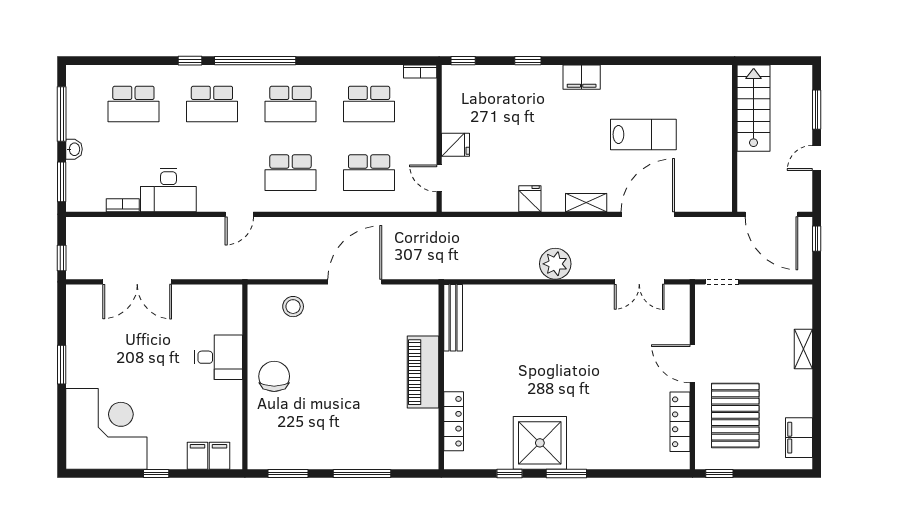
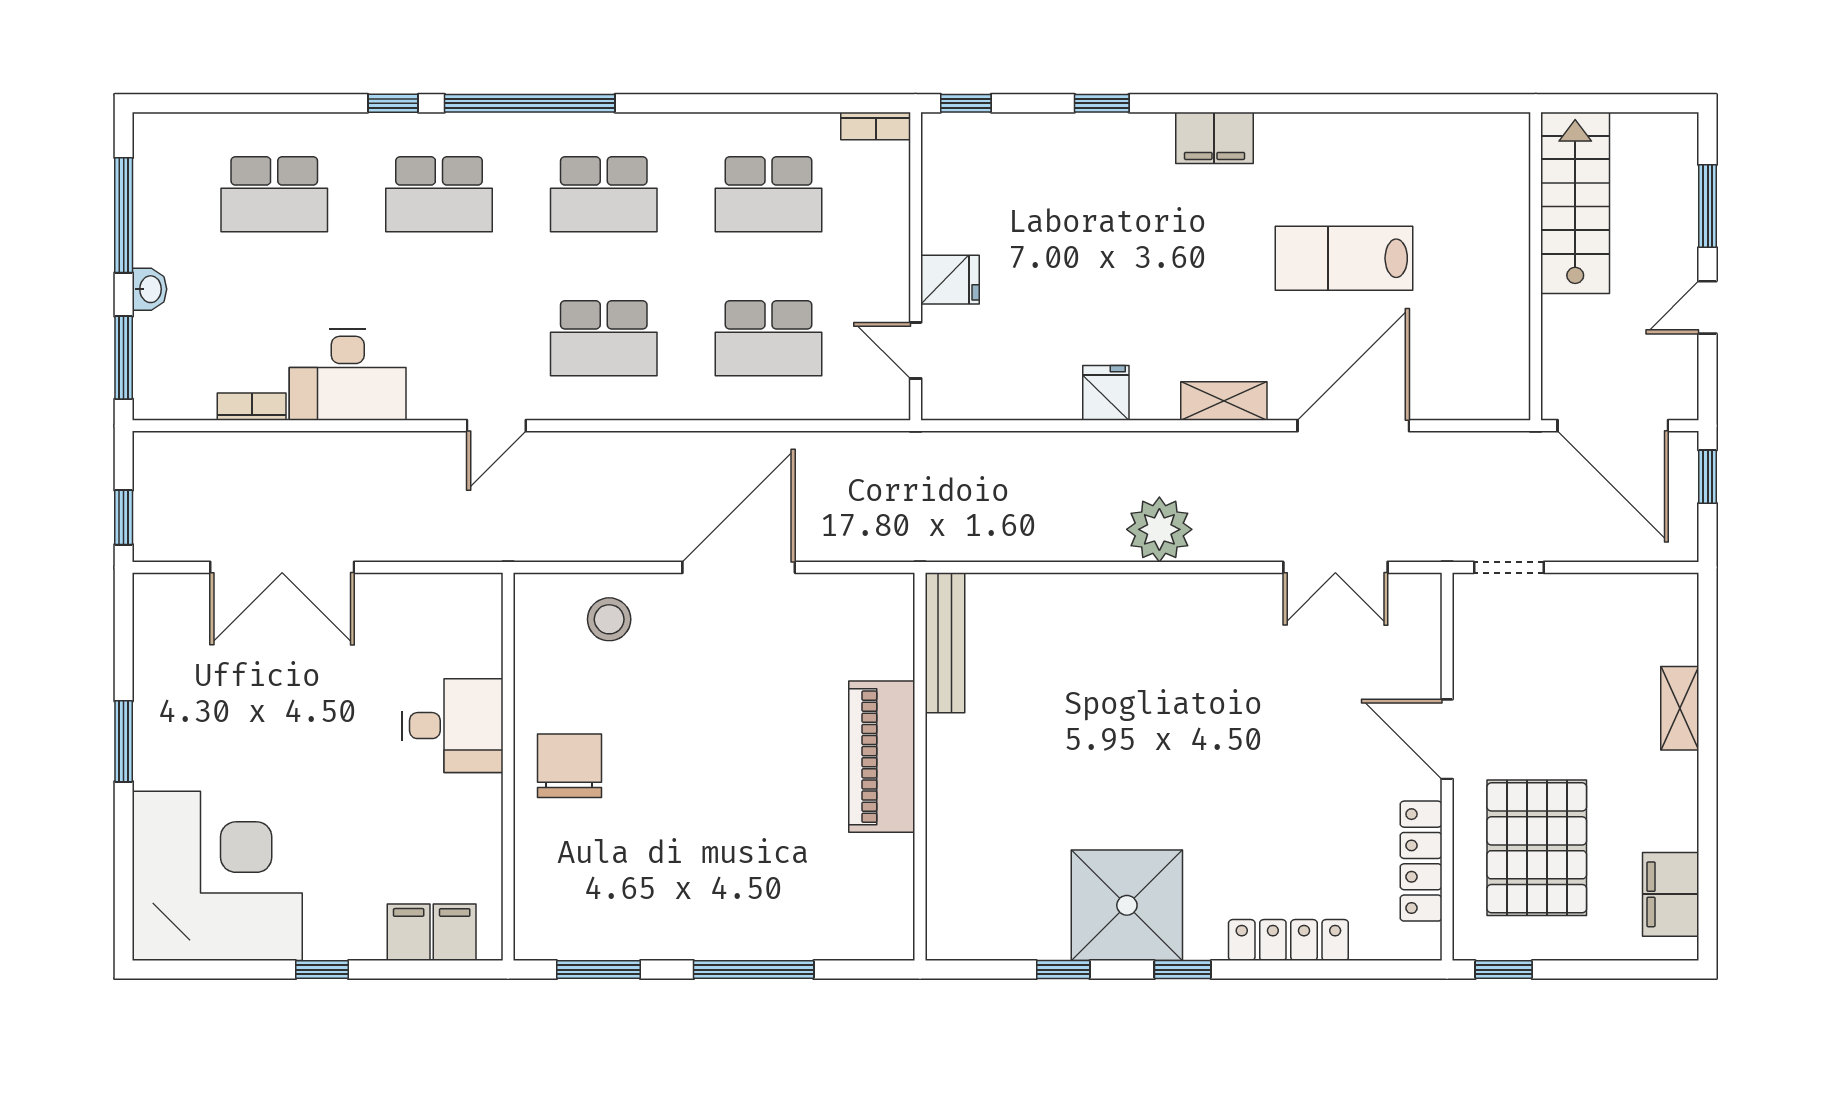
lab bench: (643, 134) -> (1344, 258), turned 180
locker: (454, 421) -> (1288, 940), moved, turned -90
window: (566, 474) -> (1183, 970), width x0.67

